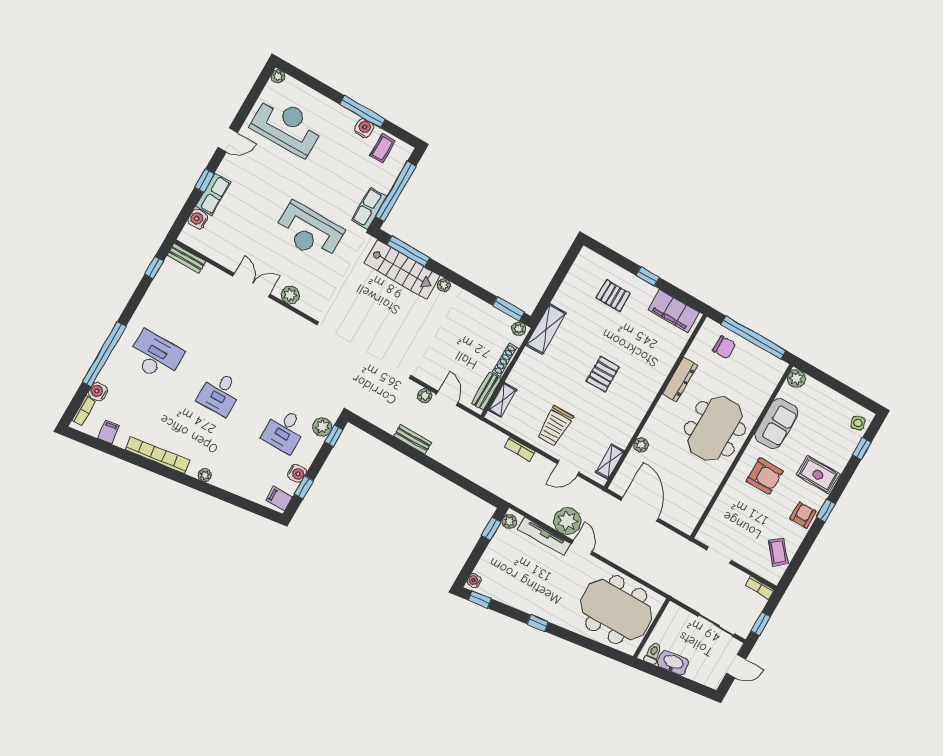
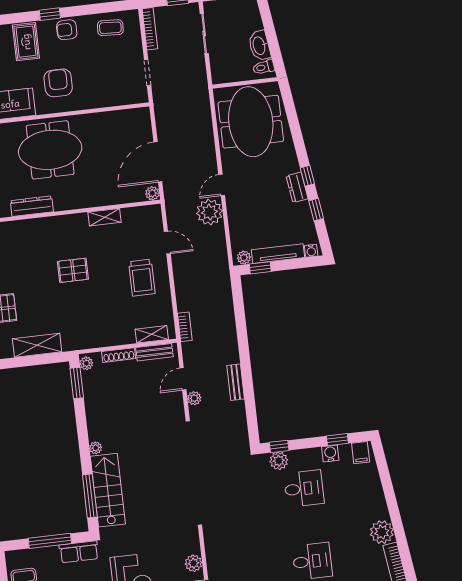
window: (396, 191) -> (50, 541), width x0.68
shelving: (546, 329) -> (37, 345), moved
trolley: (555, 426) -> (142, 278), turned 90
plant: (641, 445) -> (152, 193), moved
bookcase: (520, 449) -> (185, 327), moved
shelving: (610, 462) -> (105, 217), moved
plant: (205, 475) -> (382, 532), width x1.88, depth x1.88
tv unit: (544, 536) -> (278, 254), moved, turned -90
coffee table: (778, 552) -> (110, 28), turned 43
bookcase: (760, 587) -> (150, 29), width x1.56
window: (480, 600) -> (316, 210), moved
dresser: (535, 608) -> (297, 187), added

